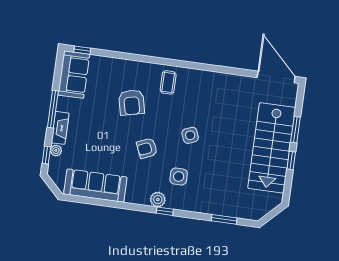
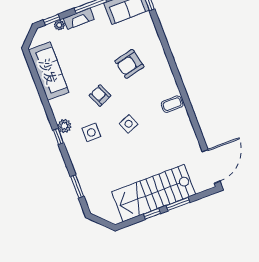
coffee table: (168, 82) -> (172, 104), moved

